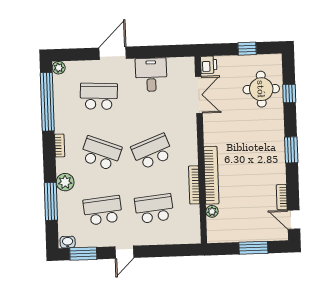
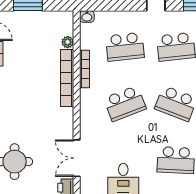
washbasin: (194, 238) -> (87, 16), added

